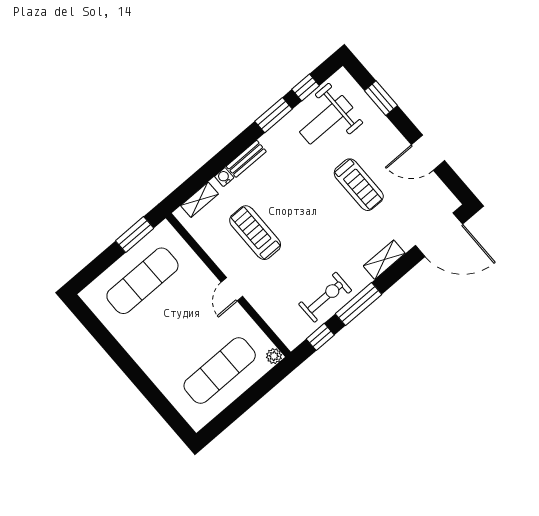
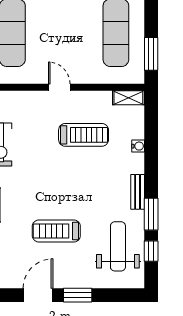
window: (381, 98) -> (78, 295), moved
bench: (246, 159) -> (138, 192), moved
shelving: (200, 200) -> (128, 98), moved, turned 90

